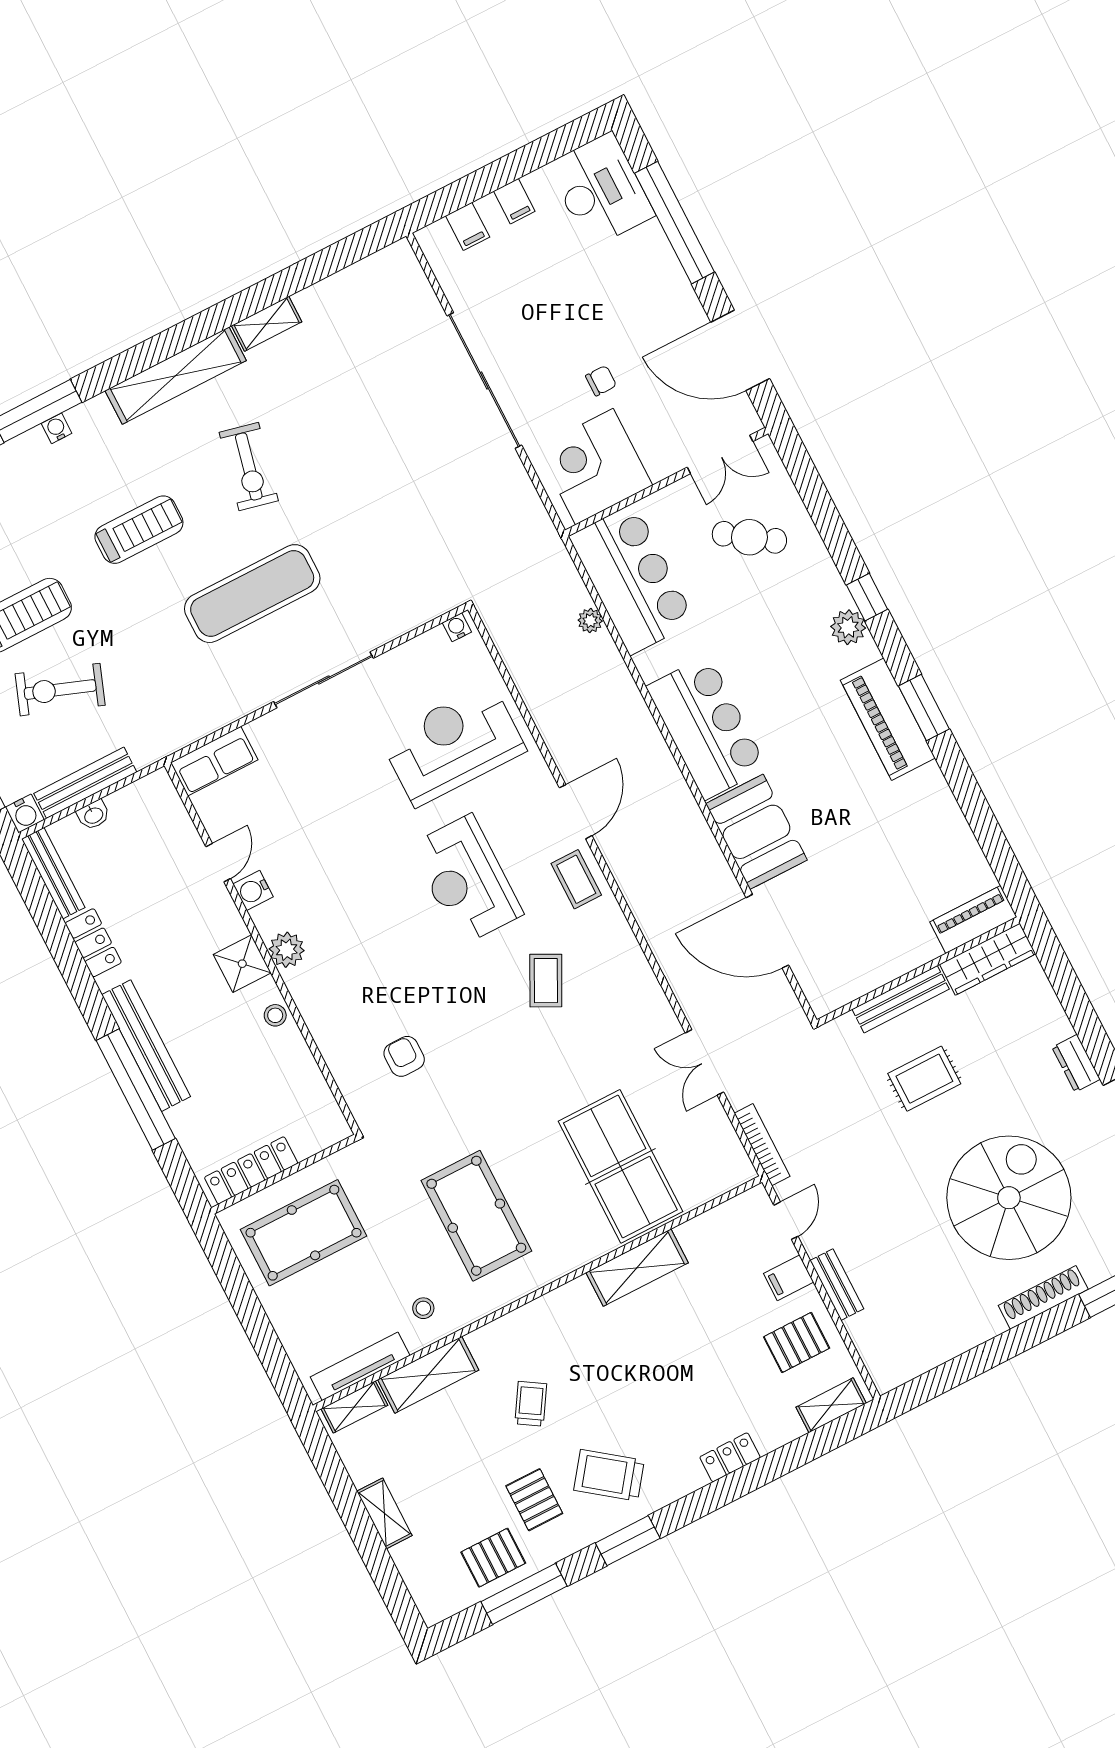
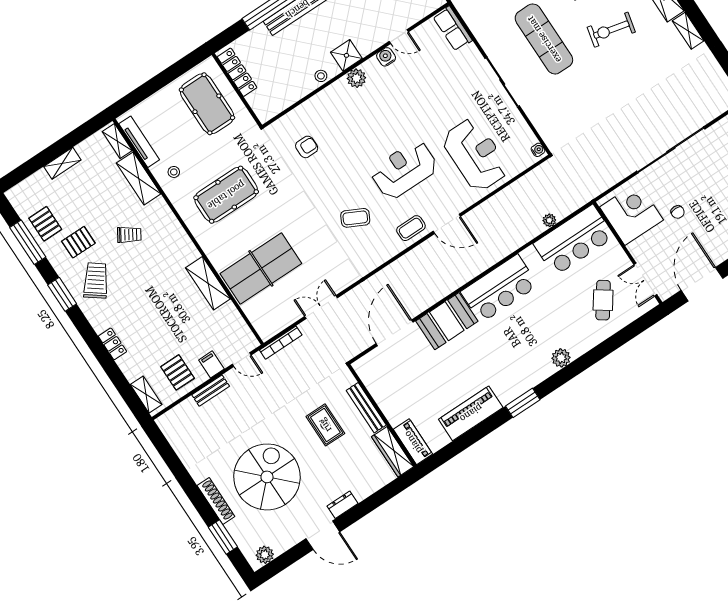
window: (867, 597) -> (578, 366), removed
piano: (888, 719) -> (471, 413), moved
spiral stairs: (1009, 1198) -> (267, 477), turned -90

